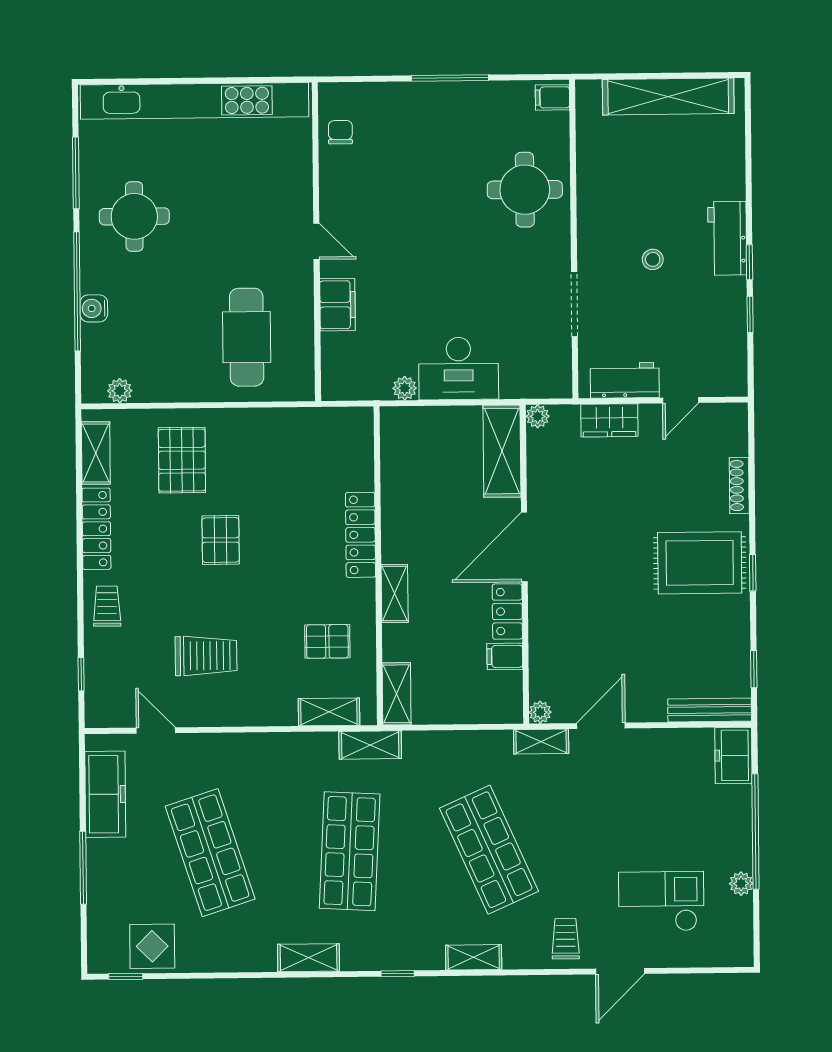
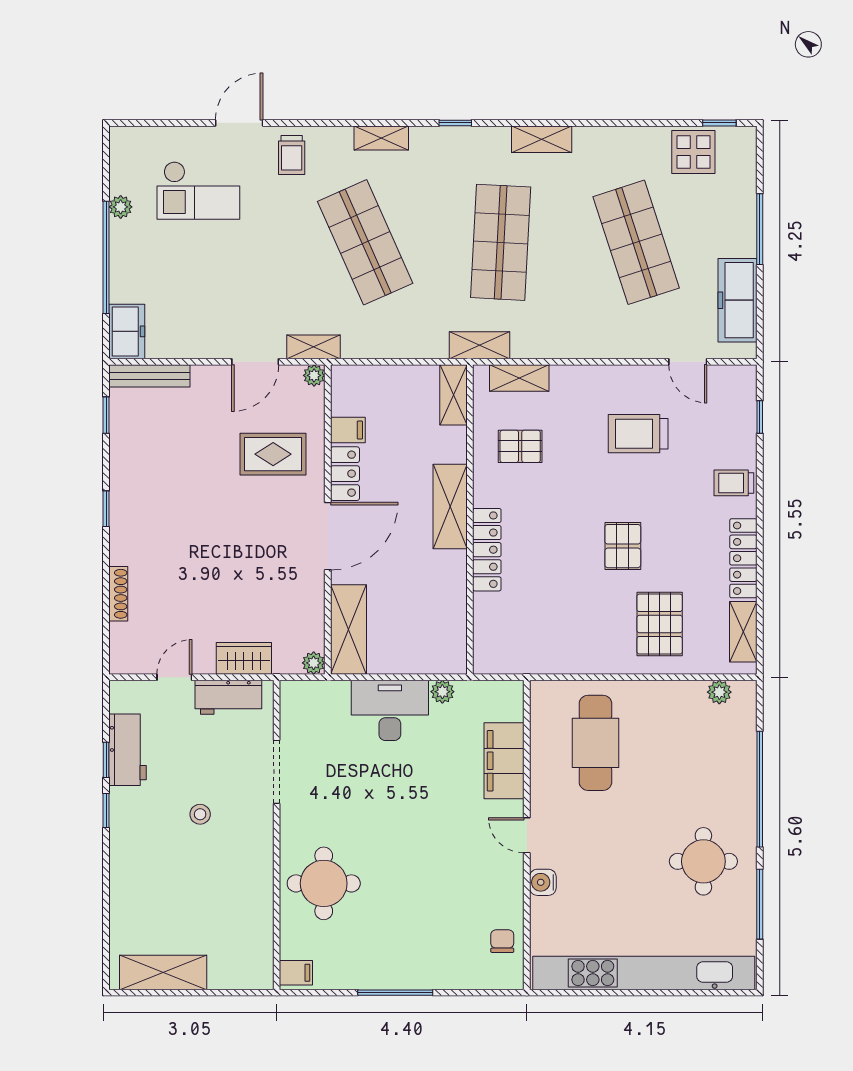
shelving: (668, 97) -> (163, 972), width x0.68
chair: (340, 132) -> (502, 941), turned 180
workbench: (727, 238) -> (127, 750), moved
filing cabinet: (337, 305) -> (504, 761), width x1.50, depth x1.17
water cooler: (94, 308) -> (543, 882), moved, turned 180
rug: (700, 563) -> (273, 454), moved, width x0.73, depth x0.70
shelving: (395, 593) -> (450, 506), width x1.50, depth x1.33
trolley: (107, 606) -> (734, 483), turned 90

